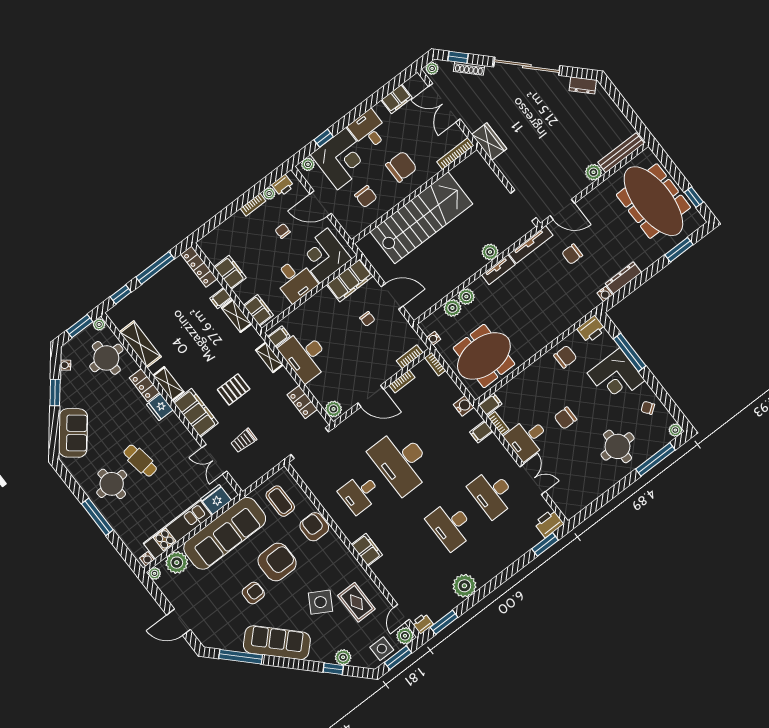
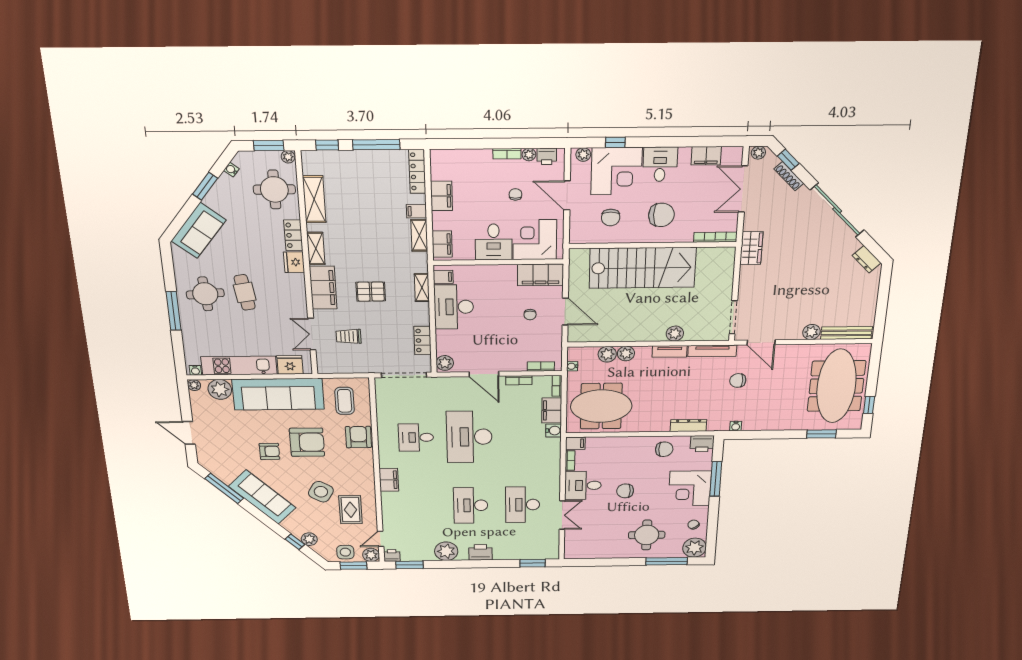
dresser: (623, 278) -> (688, 426), moved
plant: (675, 430) -> (694, 548), width x1.88, depth x1.88
filing cabinet: (481, 432) -> (552, 410), moved, width x2.00
printer: (549, 523) -> (480, 552), moved

